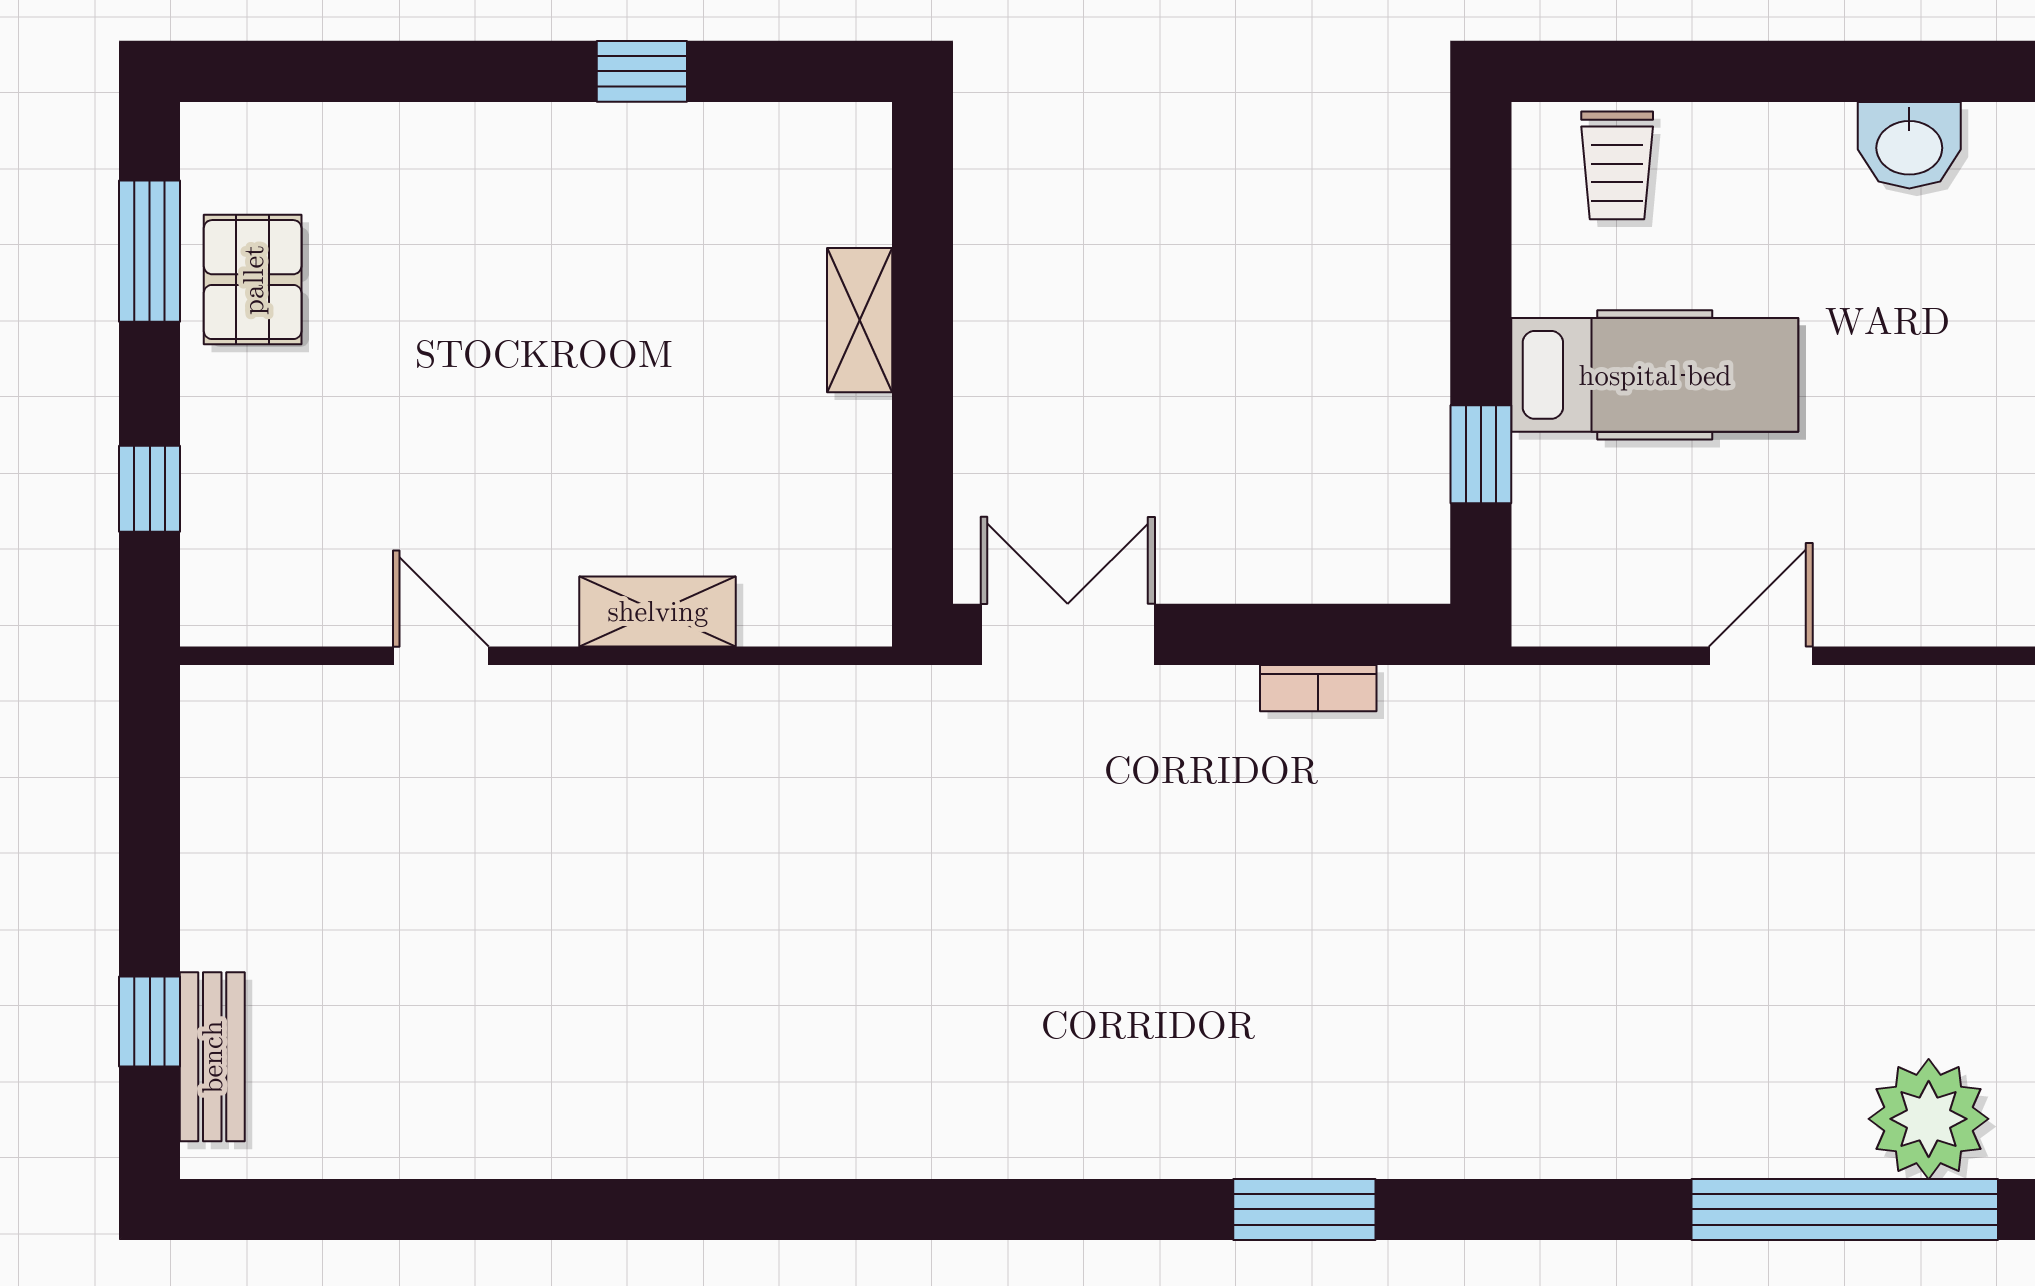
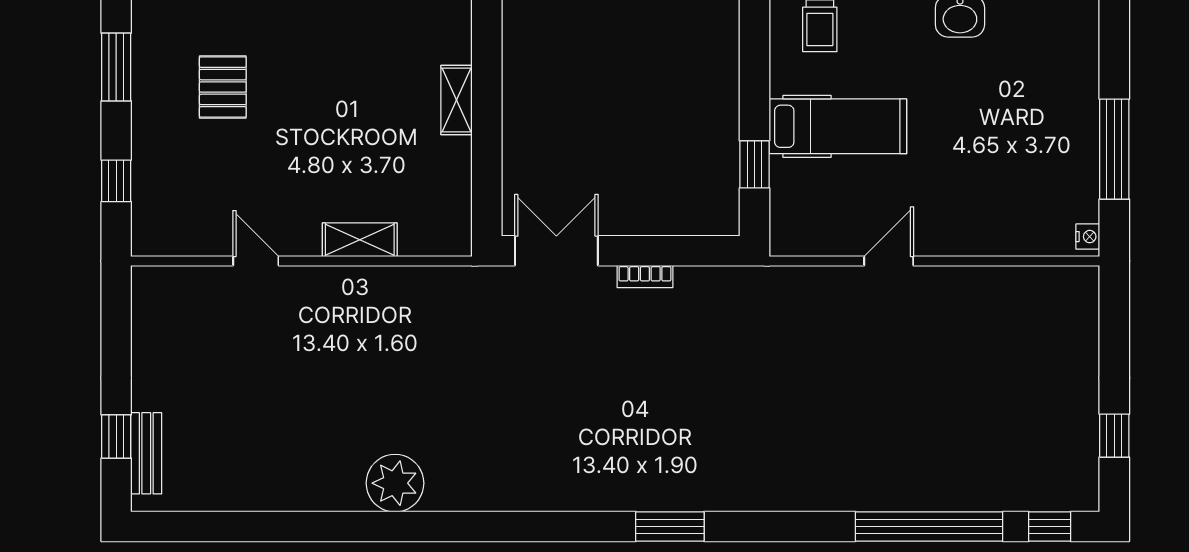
pallet: (253, 280) -> (223, 87), moved
bookcase: (1318, 688) -> (645, 276), moved
plant: (1929, 1119) -> (395, 483), moved

